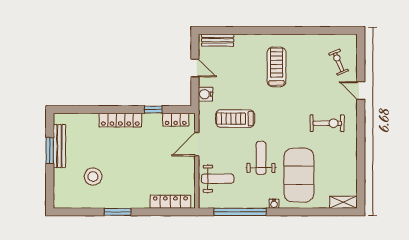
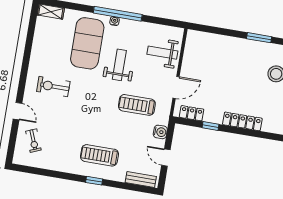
window: (267, 31) -> (94, 181), added
treadmill: (277, 67) -> (99, 155), moved, turned 90
treadmill: (235, 119) -> (137, 105), turned 180
weight bench: (261, 158) -> (119, 65), turned 180
locker: (170, 202) -> (209, 39), removed
window: (240, 212) -> (118, 14), moved

